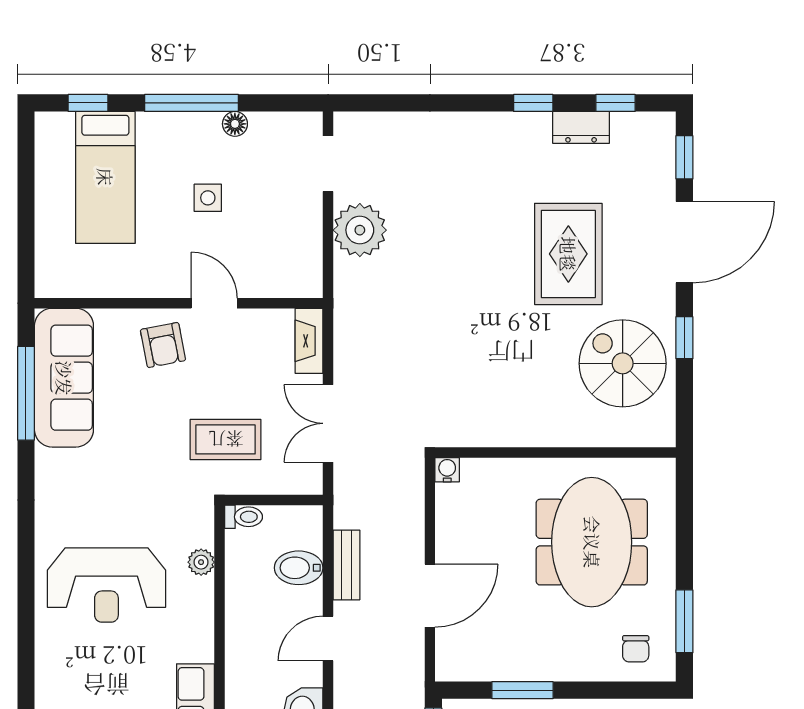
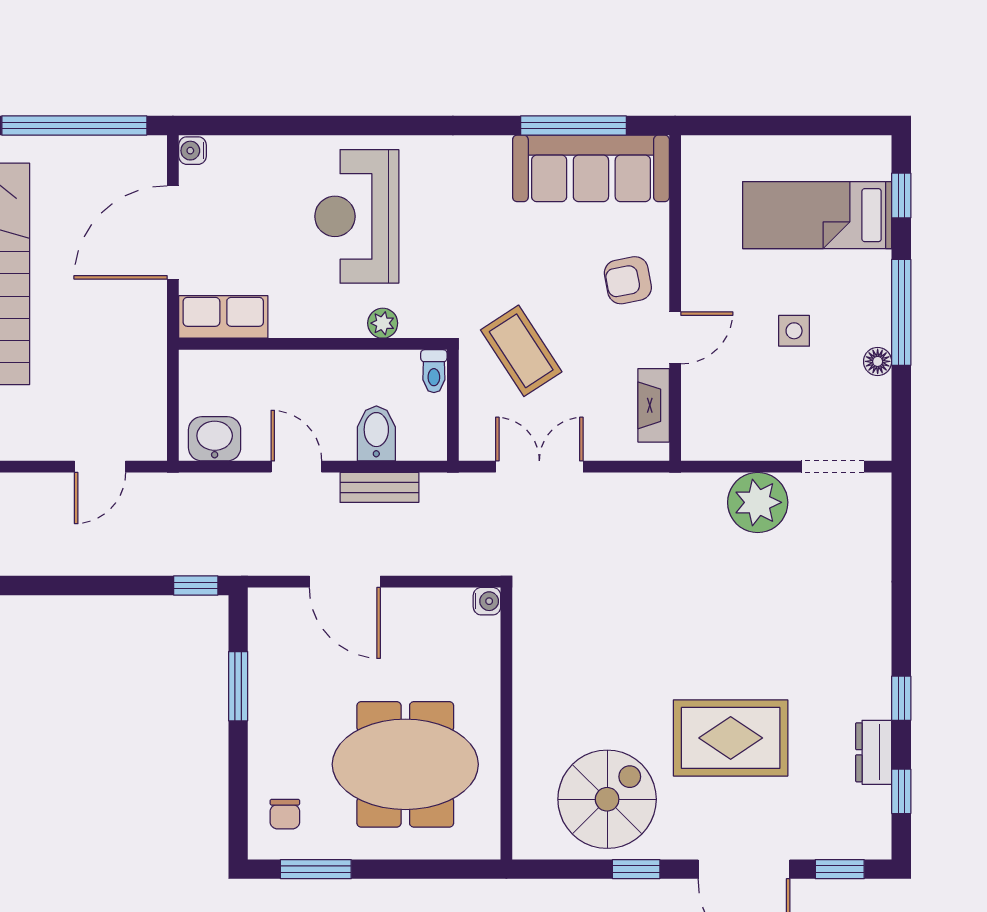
fireplace: (309, 341) -> (654, 405), moved, turned -90
coffee table: (226, 439) -> (521, 351), turned -33
chair: (636, 649) -> (285, 814), turned -90

